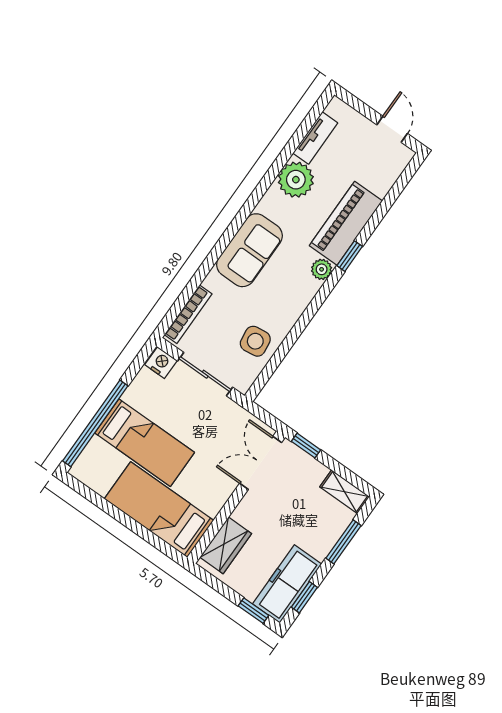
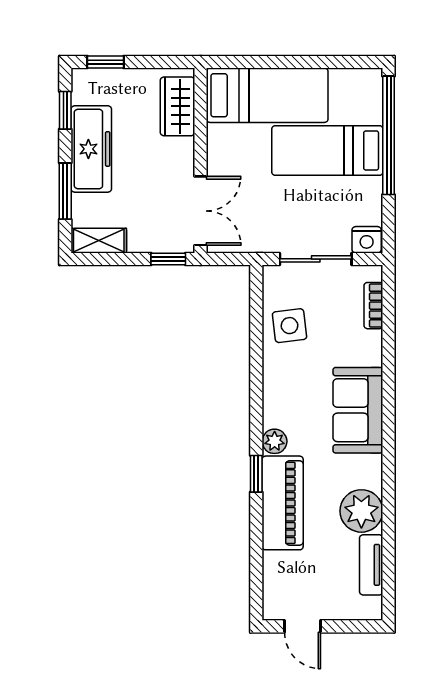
bookcase: (188, 314) -> (373, 306), width x0.64
freezer: (287, 584) -> (91, 149), moved

